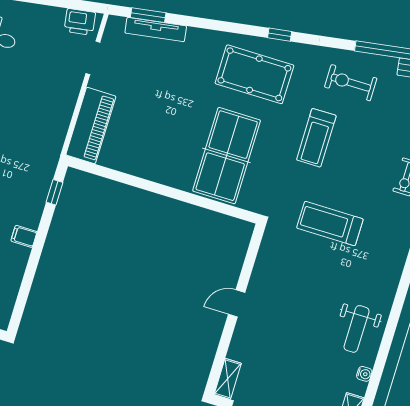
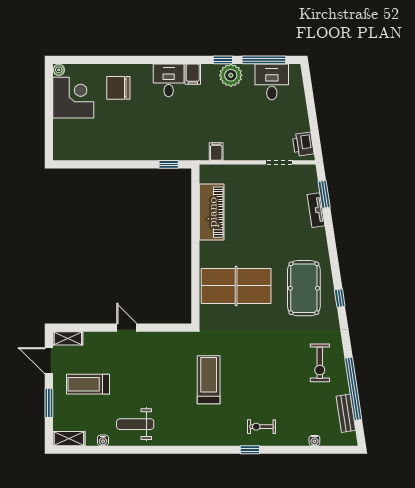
tv unit: (156, 30) -> (316, 210), width x0.71
exercise bike: (351, 83) -> (320, 363), turned 180
piano: (91, 125) -> (212, 212), moved, turned -90
treadmill: (316, 138) -> (88, 384), moved
filing cabinet: (24, 236) -> (216, 152), moved

